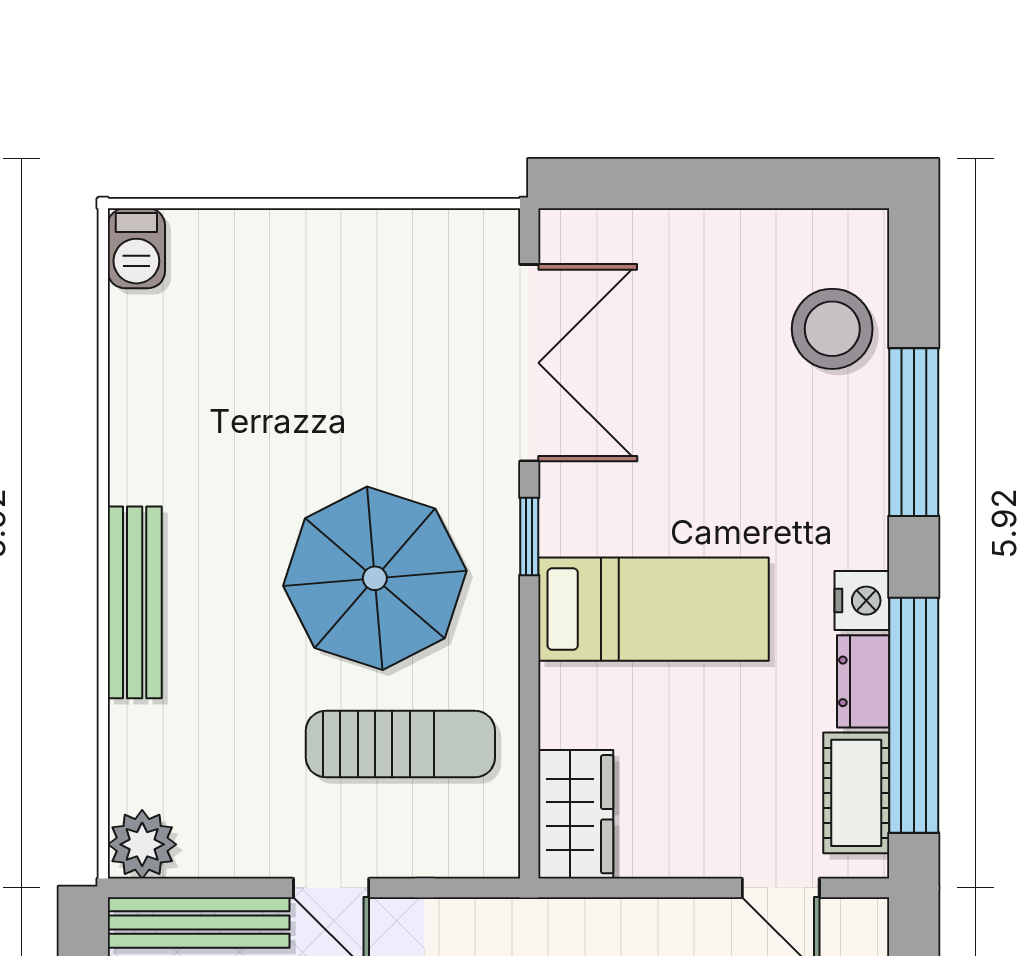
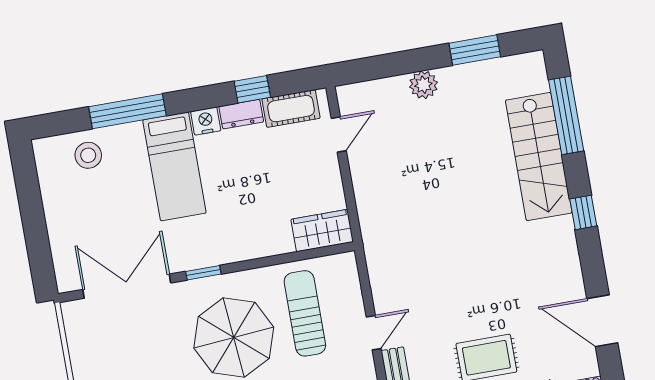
stool: (832, 329) -> (88, 155), width x0.73, depth x0.73
bed: (653, 609) -> (174, 166), moved, turned 180
window: (914, 715) -> (252, 89), width x0.32

